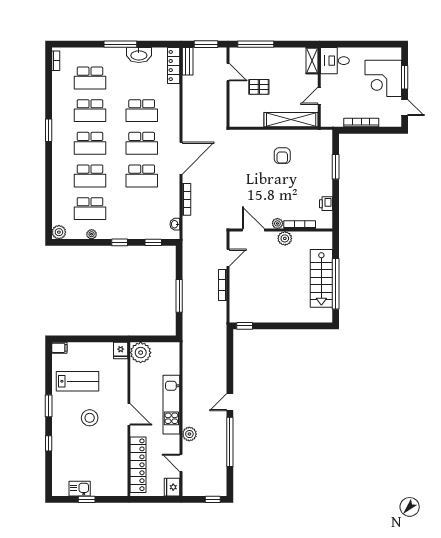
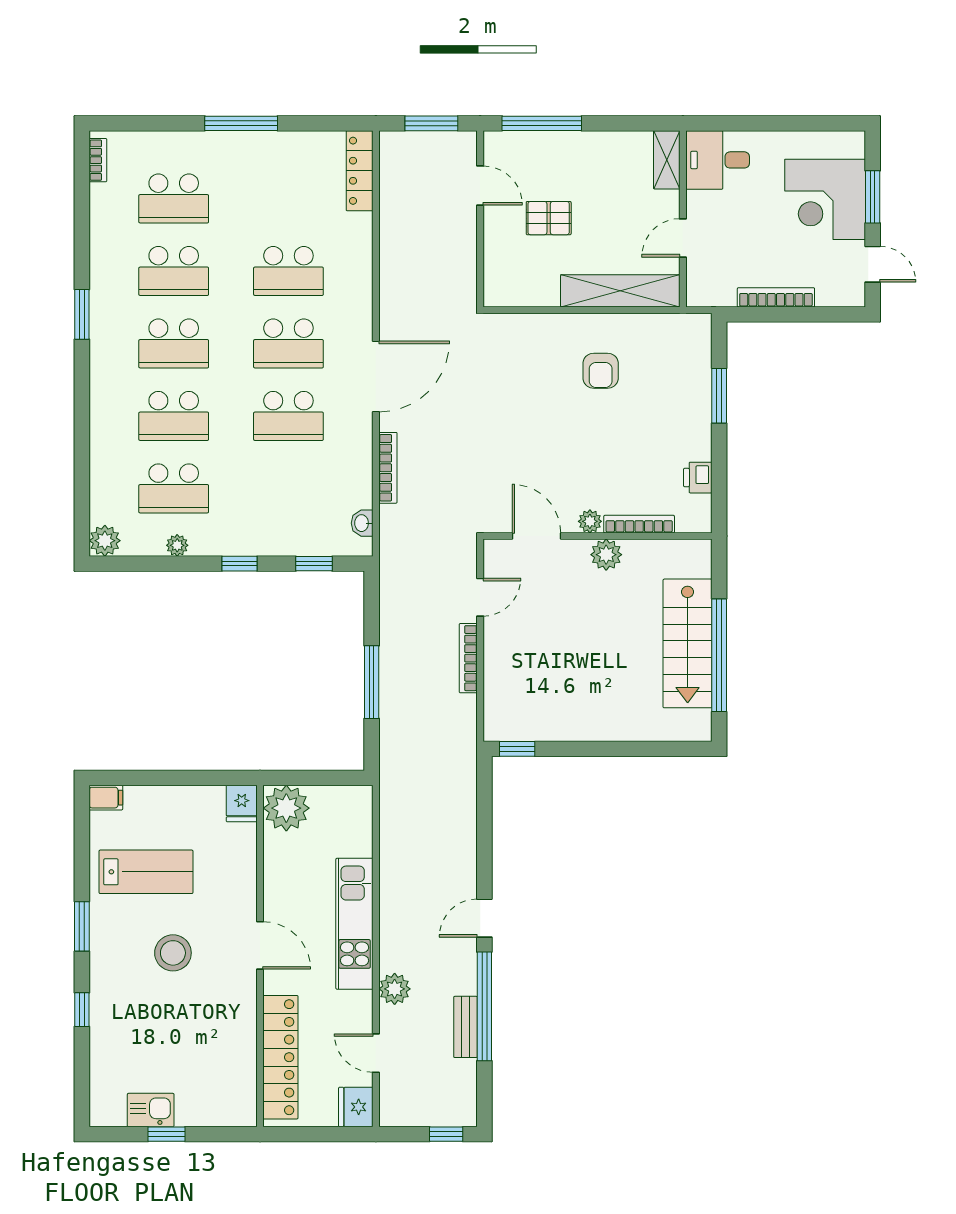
washbasin: (139, 55) -> (282, 147), removed
bench: (188, 61) -> (465, 1027), moved

